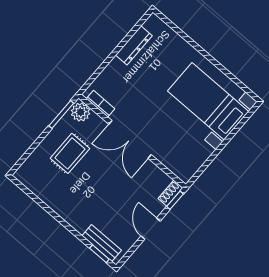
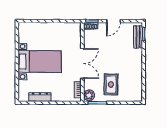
bed with nightstands: (208, 101) -> (40, 62), moved, turned -90
rug: (70, 153) -> (111, 84), turned 90

